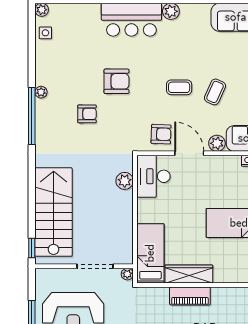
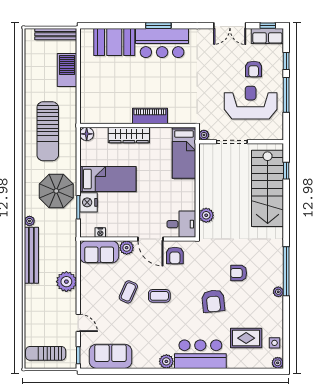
rug: (78, 38) -> (246, 338), added
armchair: (116, 81) -> (213, 301), turned -96
armchair: (161, 134) -> (175, 256), turned -92
desk: (154, 176) -> (181, 224), width x0.73
window: (32, 248) -> (286, 171), moved
wardrobe: (189, 274) -> (129, 135), moved

